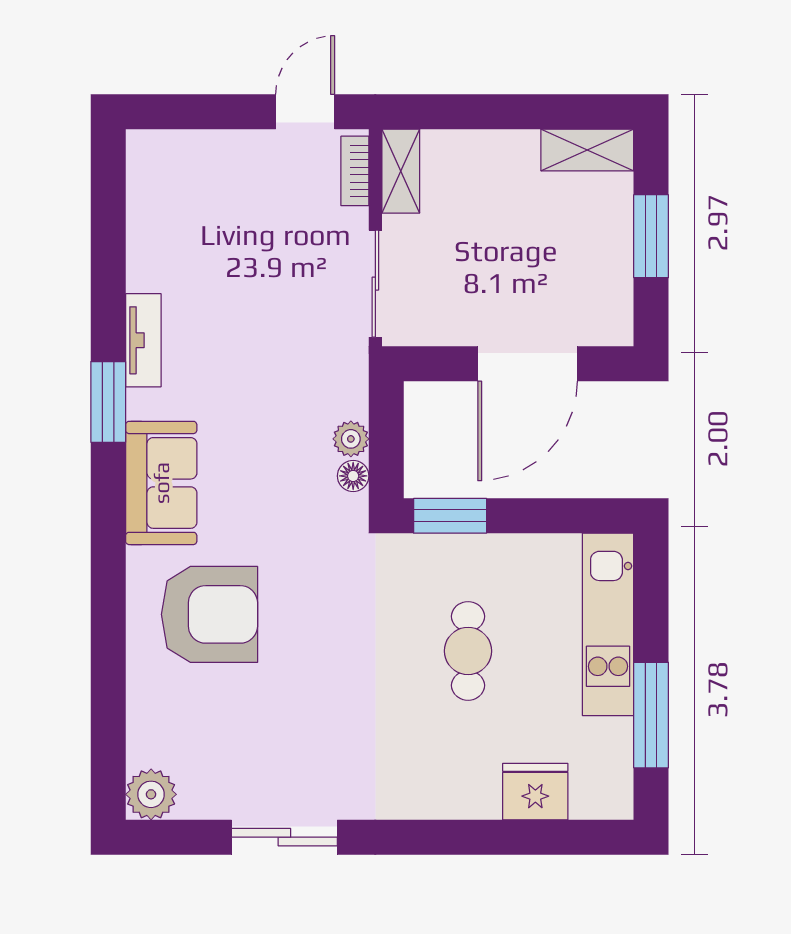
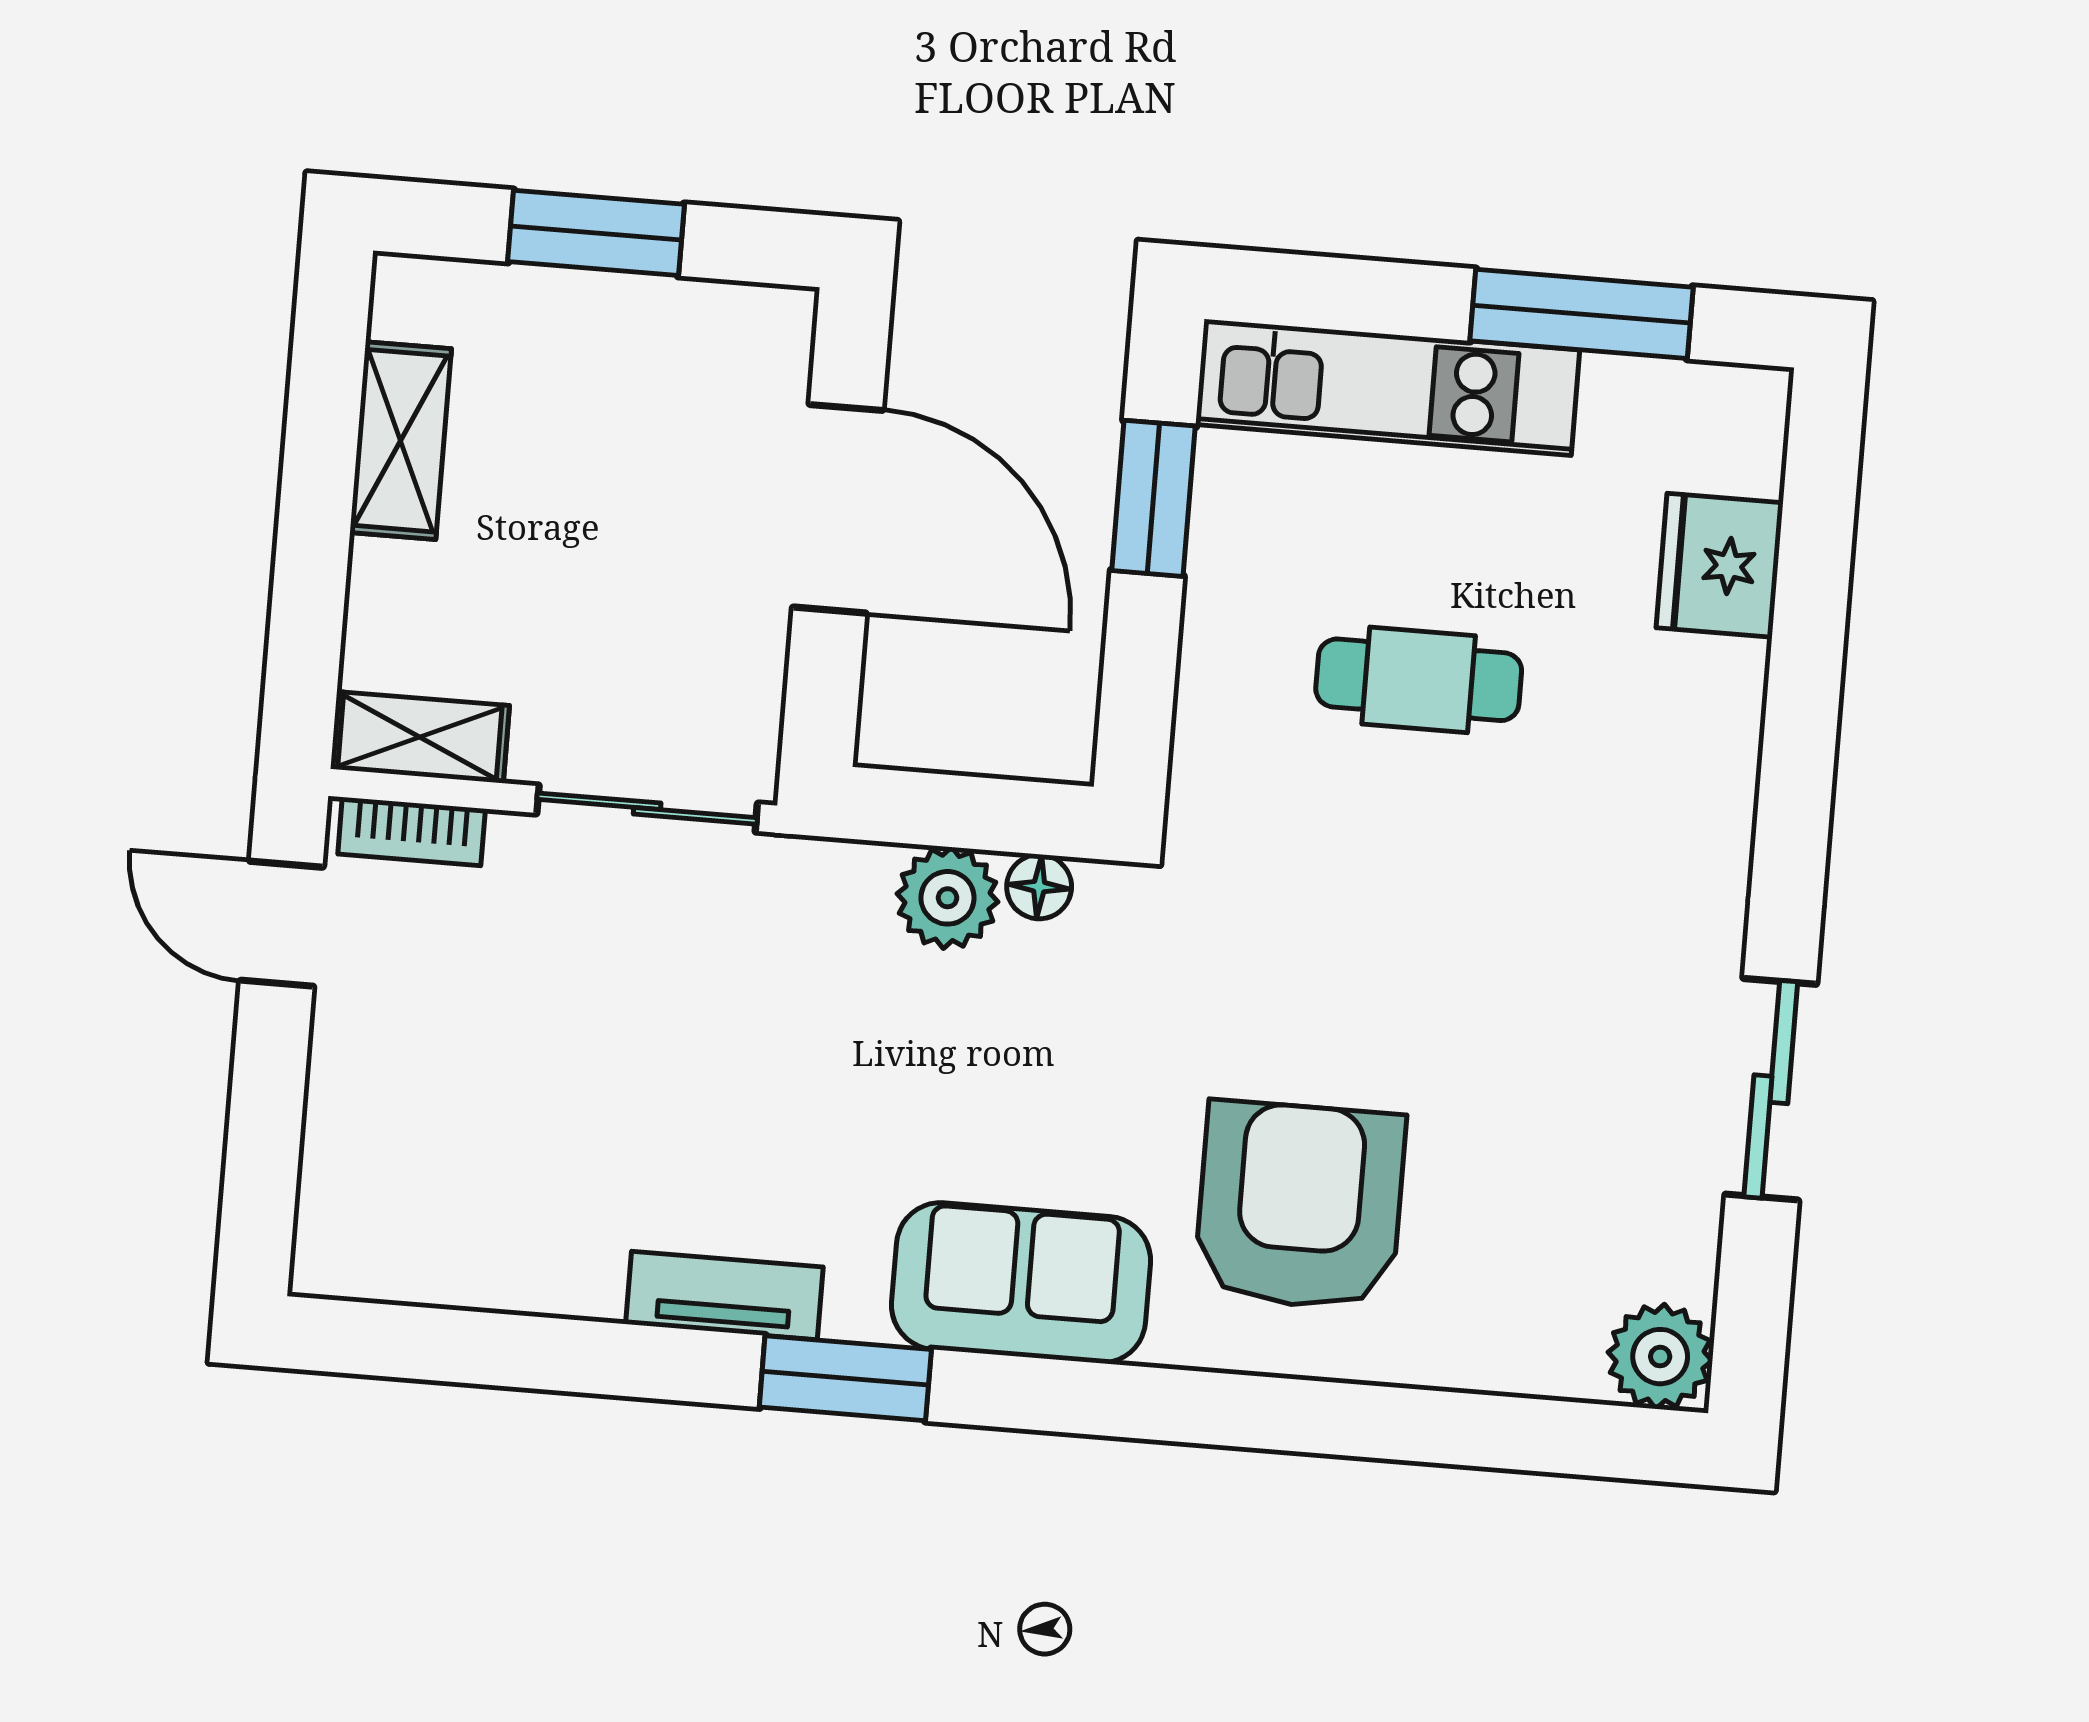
shelving: (587, 150) -> (401, 441), moved
plant: (351, 439) -> (947, 898), width x1.38, depth x1.38
window: (450, 516) -> (1153, 498), moved

